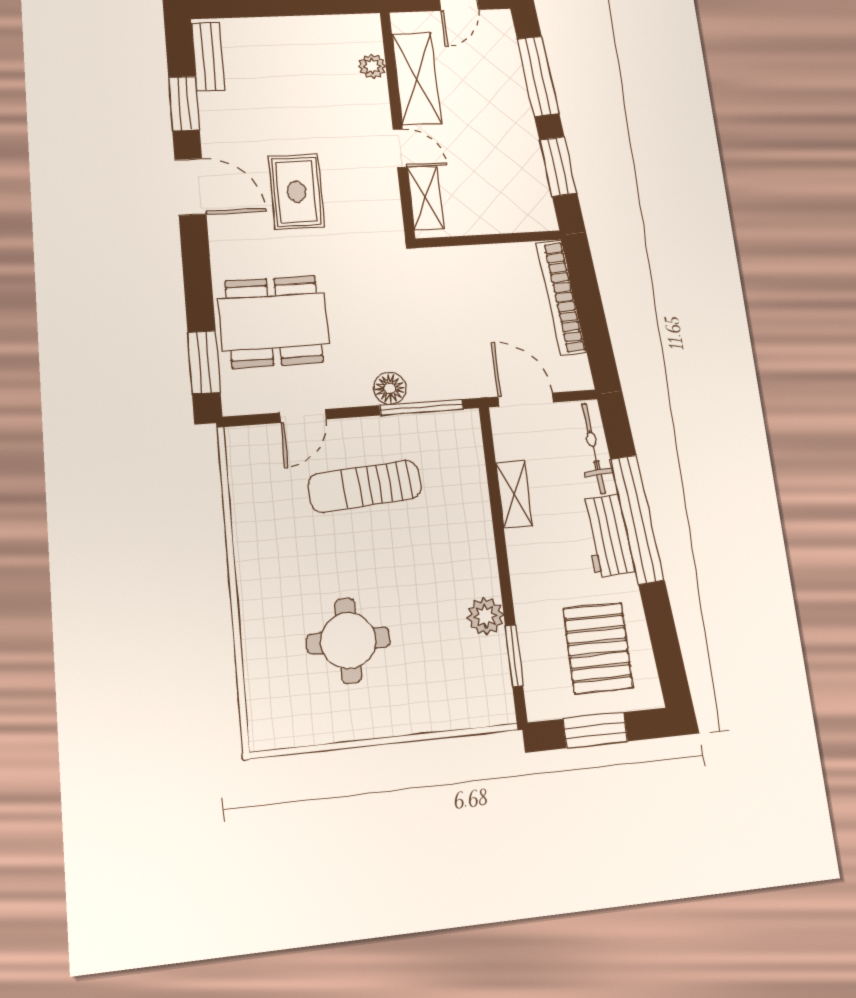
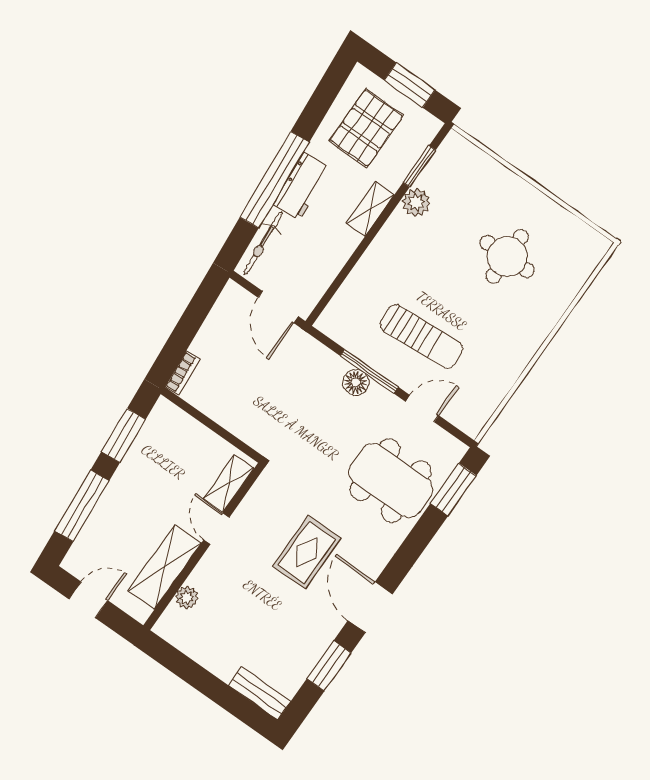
bench: (208, 56) -> (260, 693), moved, turned 90
bookcase: (561, 298) -> (183, 373), width x0.43, depth x0.76
window: (421, 407) -> (369, 371), moved
shelving: (514, 494) -> (370, 209), moved

